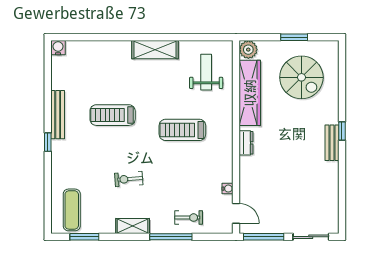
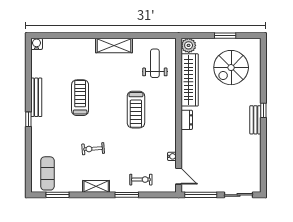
spiral stairs: (301, 77) -> (231, 68), turned 90
treadmill: (113, 115) -> (80, 98), turned 90
treadmill: (182, 130) -> (136, 110), turned -90
window: (171, 237) -> (127, 195), width x0.69

